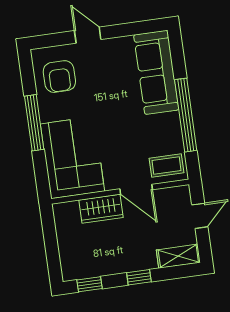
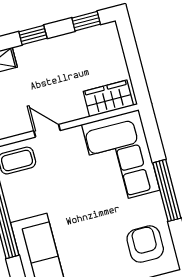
door: (136, 189) -> (47, 131), width x0.73
wardrobe: (101, 209) -> (108, 98), moved

